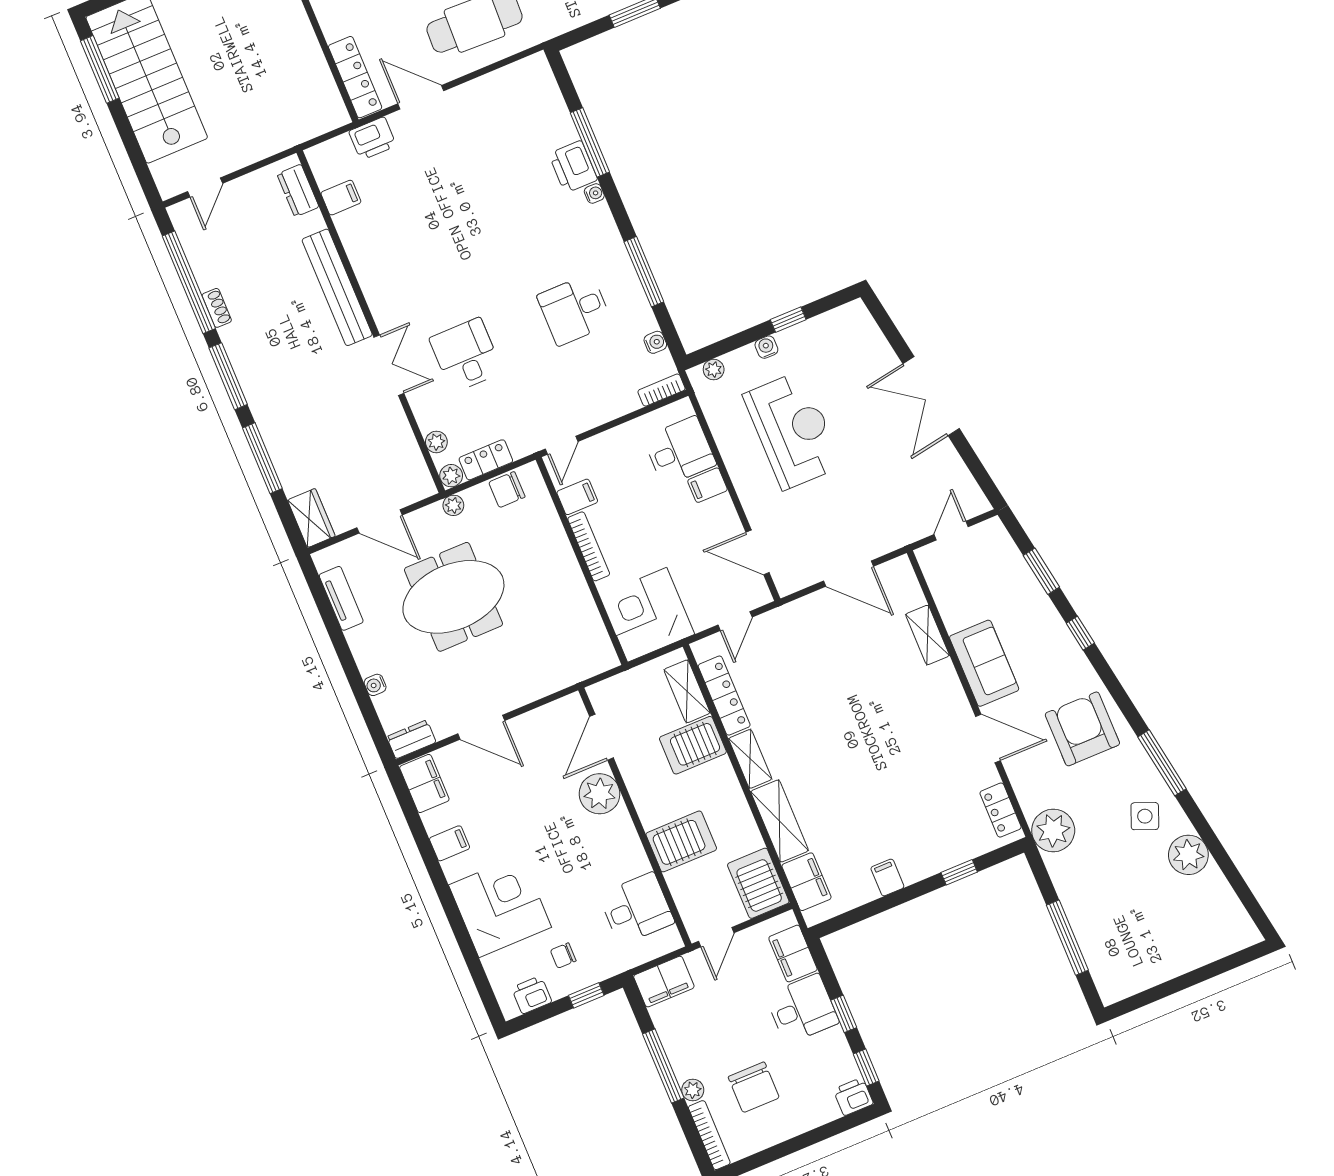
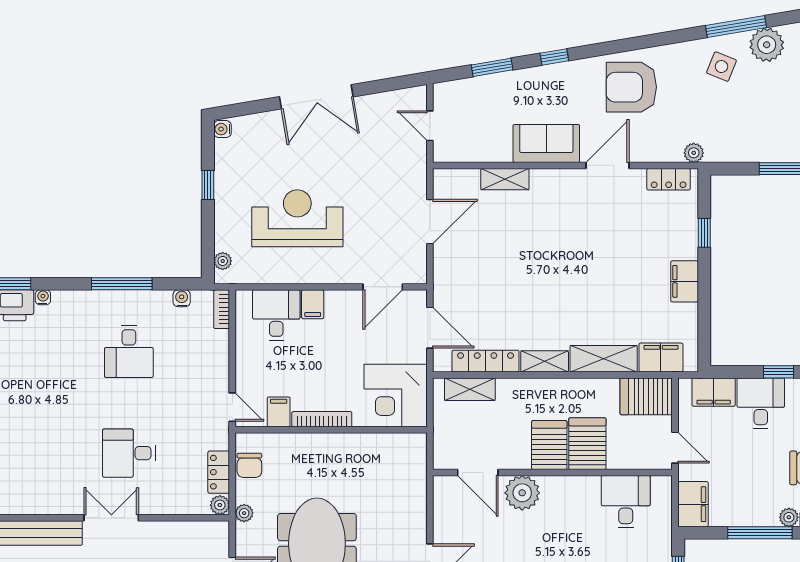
water cooler: (766, 347) -> (222, 129), moved
plant: (436, 442) -> (188, 506), removed
door: (735, 621) -> (430, 328), width x1.38
server rack: (693, 745) -> (549, 445), moved, turned 180
window: (1162, 763) -> (736, 27), moved
plant: (1053, 830) -> (694, 153), width x0.53, depth x0.53
filing cabinet: (887, 877) -> (685, 281), width x2.00

